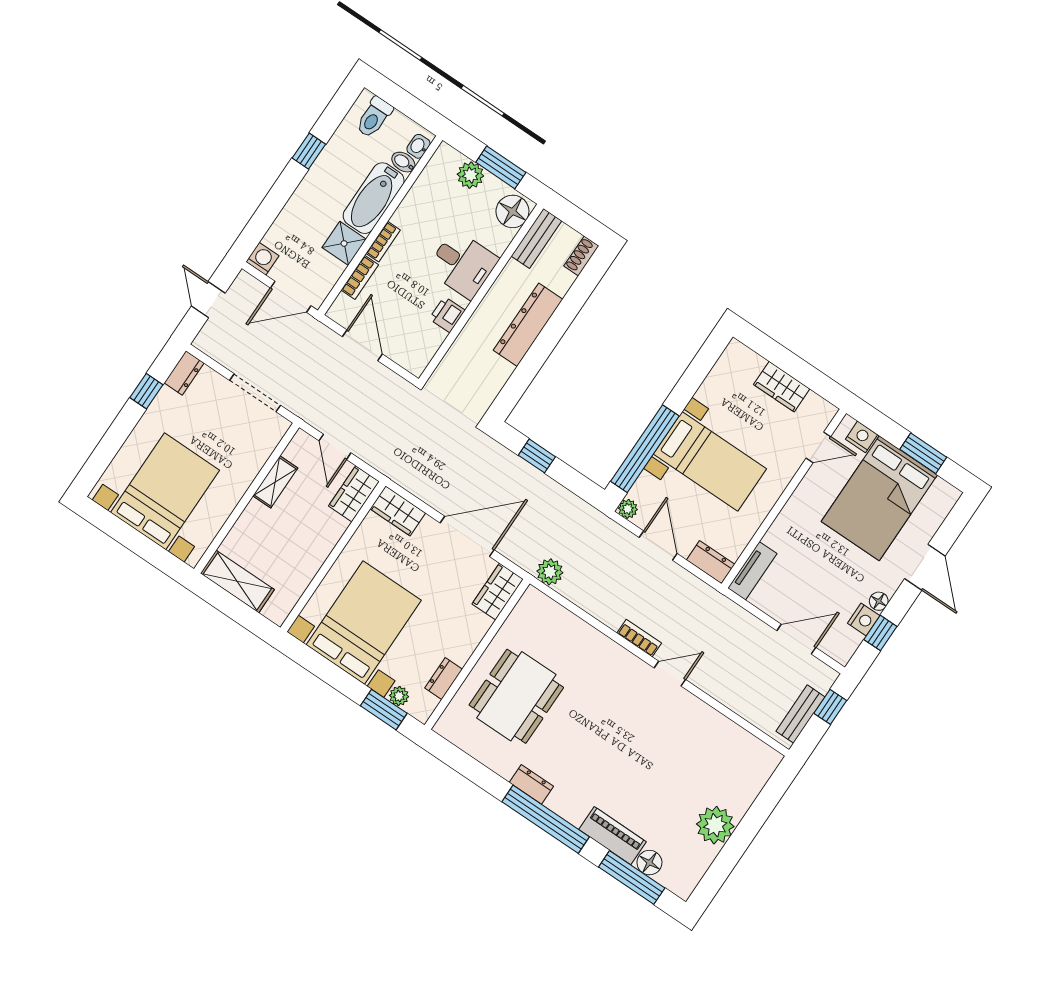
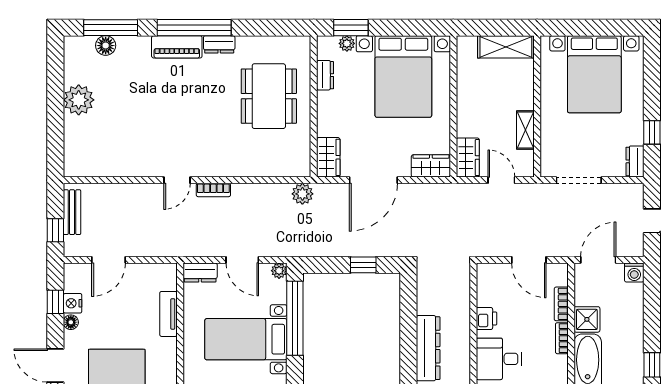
tv unit: (752, 571) -> (168, 314), moved
piano: (613, 836) -> (177, 47), moved

